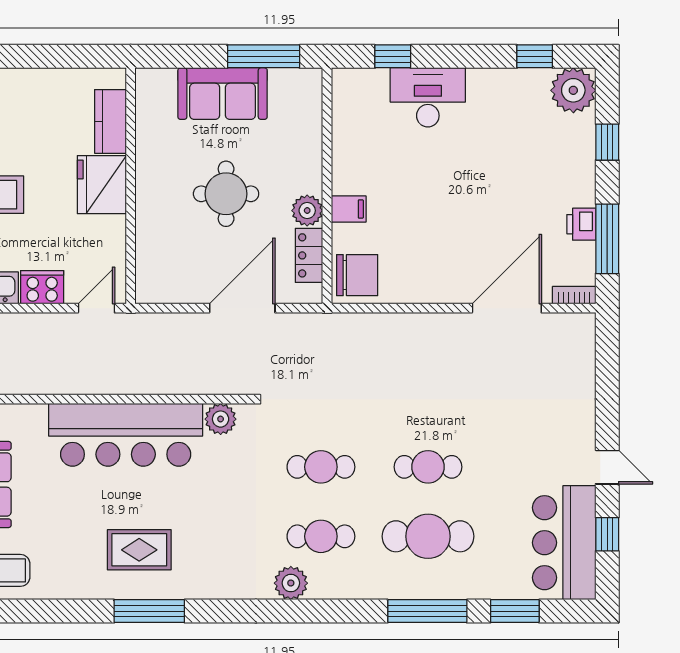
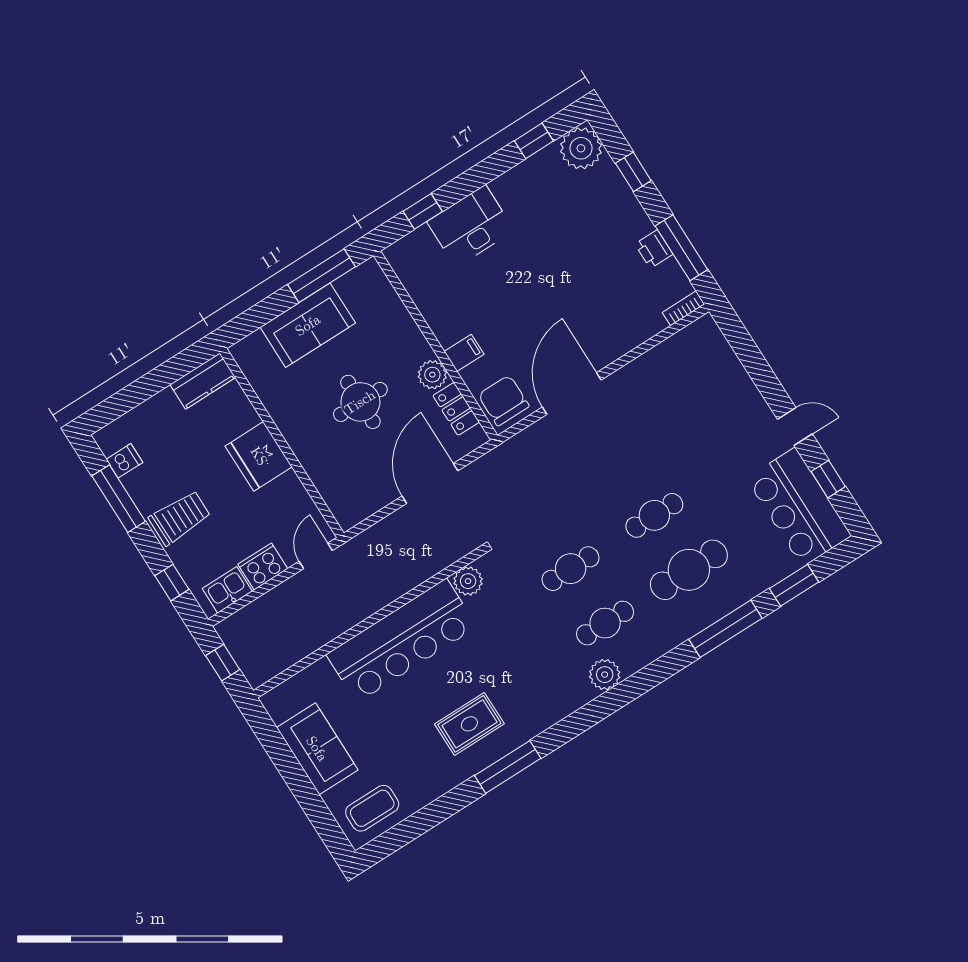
kitchen counter: (111, 121) -> (203, 381), moved, turned -90
chair: (357, 275) -> (504, 400), turned -90
door: (507, 308) -> (572, 393), moved

